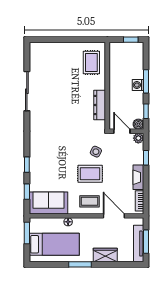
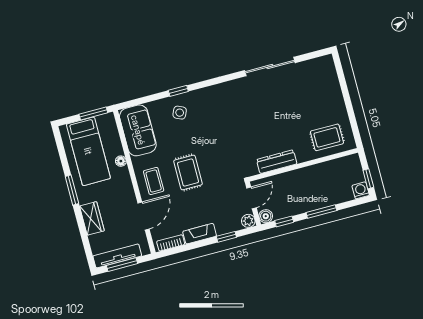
washing machine: (138, 85) -> (361, 190), moved
side table: (96, 152) -> (180, 113), moved
window: (27, 192) -> (145, 100), removed

